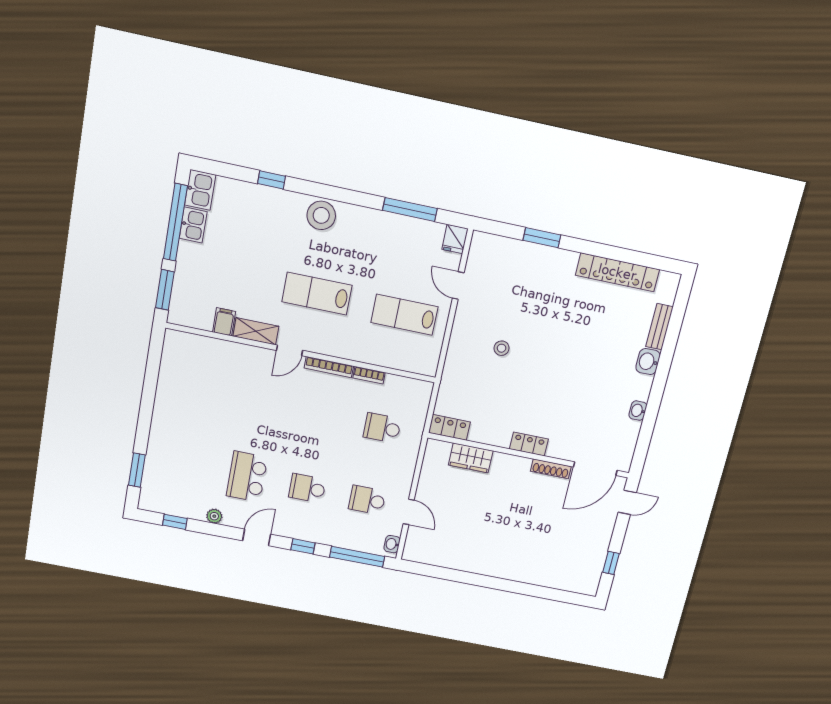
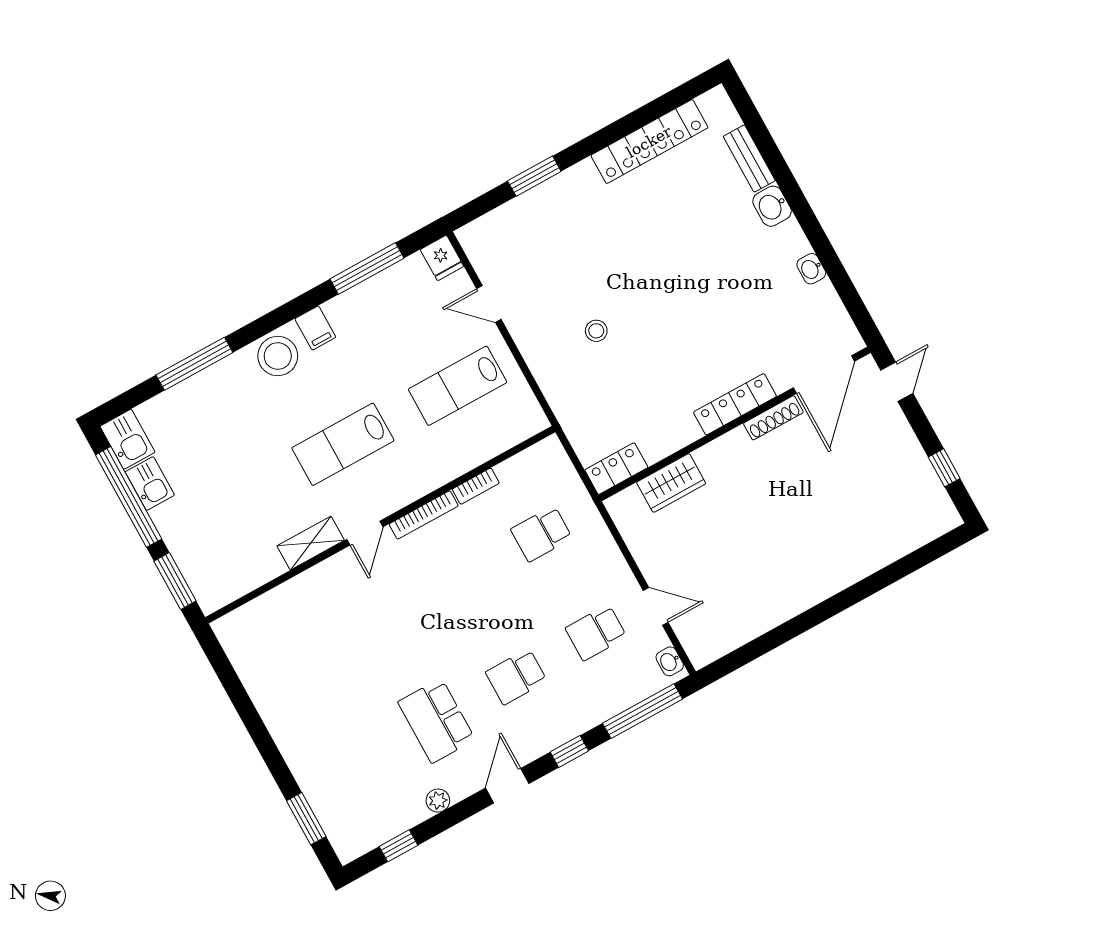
window: (272, 180) -> (194, 364), width x2.17
filing cabinet: (224, 322) -> (315, 328), moved, turned 180
locker: (529, 444) -> (735, 404), width x1.53

